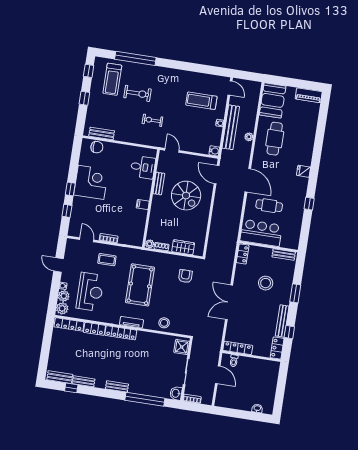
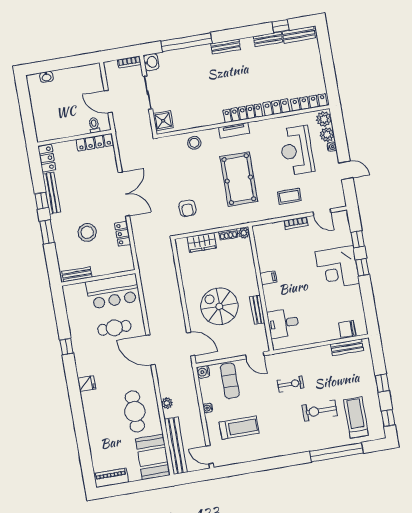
bench: (231, 127) -> (176, 446), moved
exercise mat: (197, 138) -> (230, 381), added
corner desk: (91, 182) -> (337, 268), moved
locker: (243, 254) -> (123, 234), moved
window: (289, 332) -> (42, 201), moved

